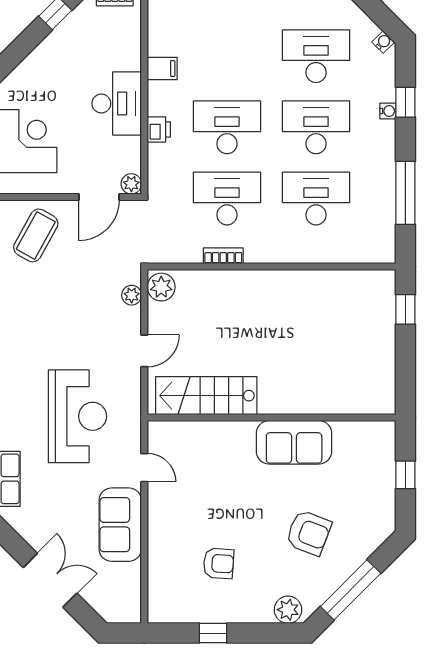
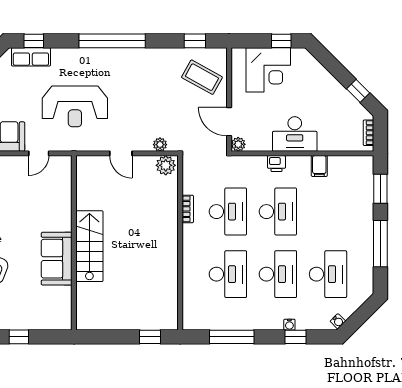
stairs: (206, 396) -> (89, 246), moved
window: (405, 475) -> (19, 337), moved

